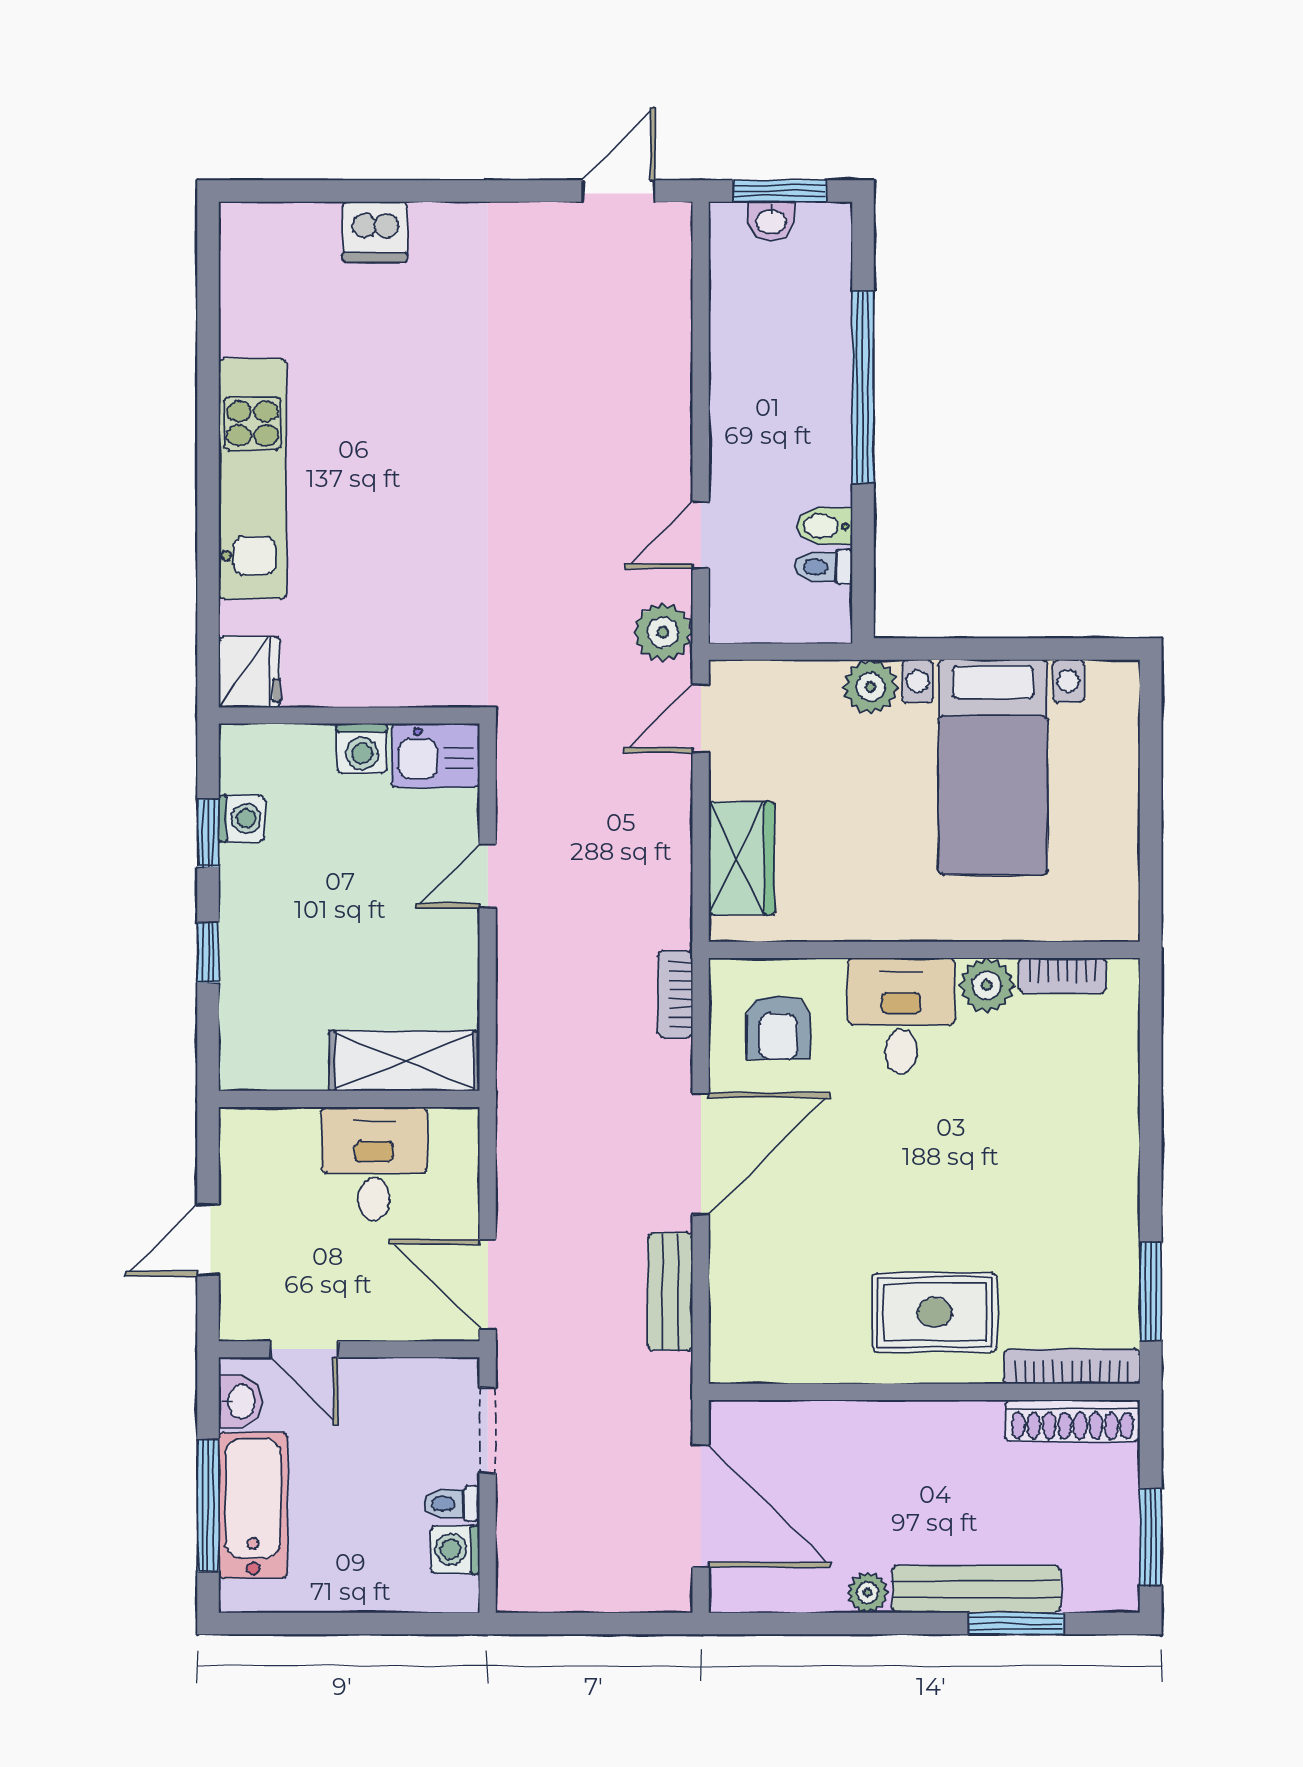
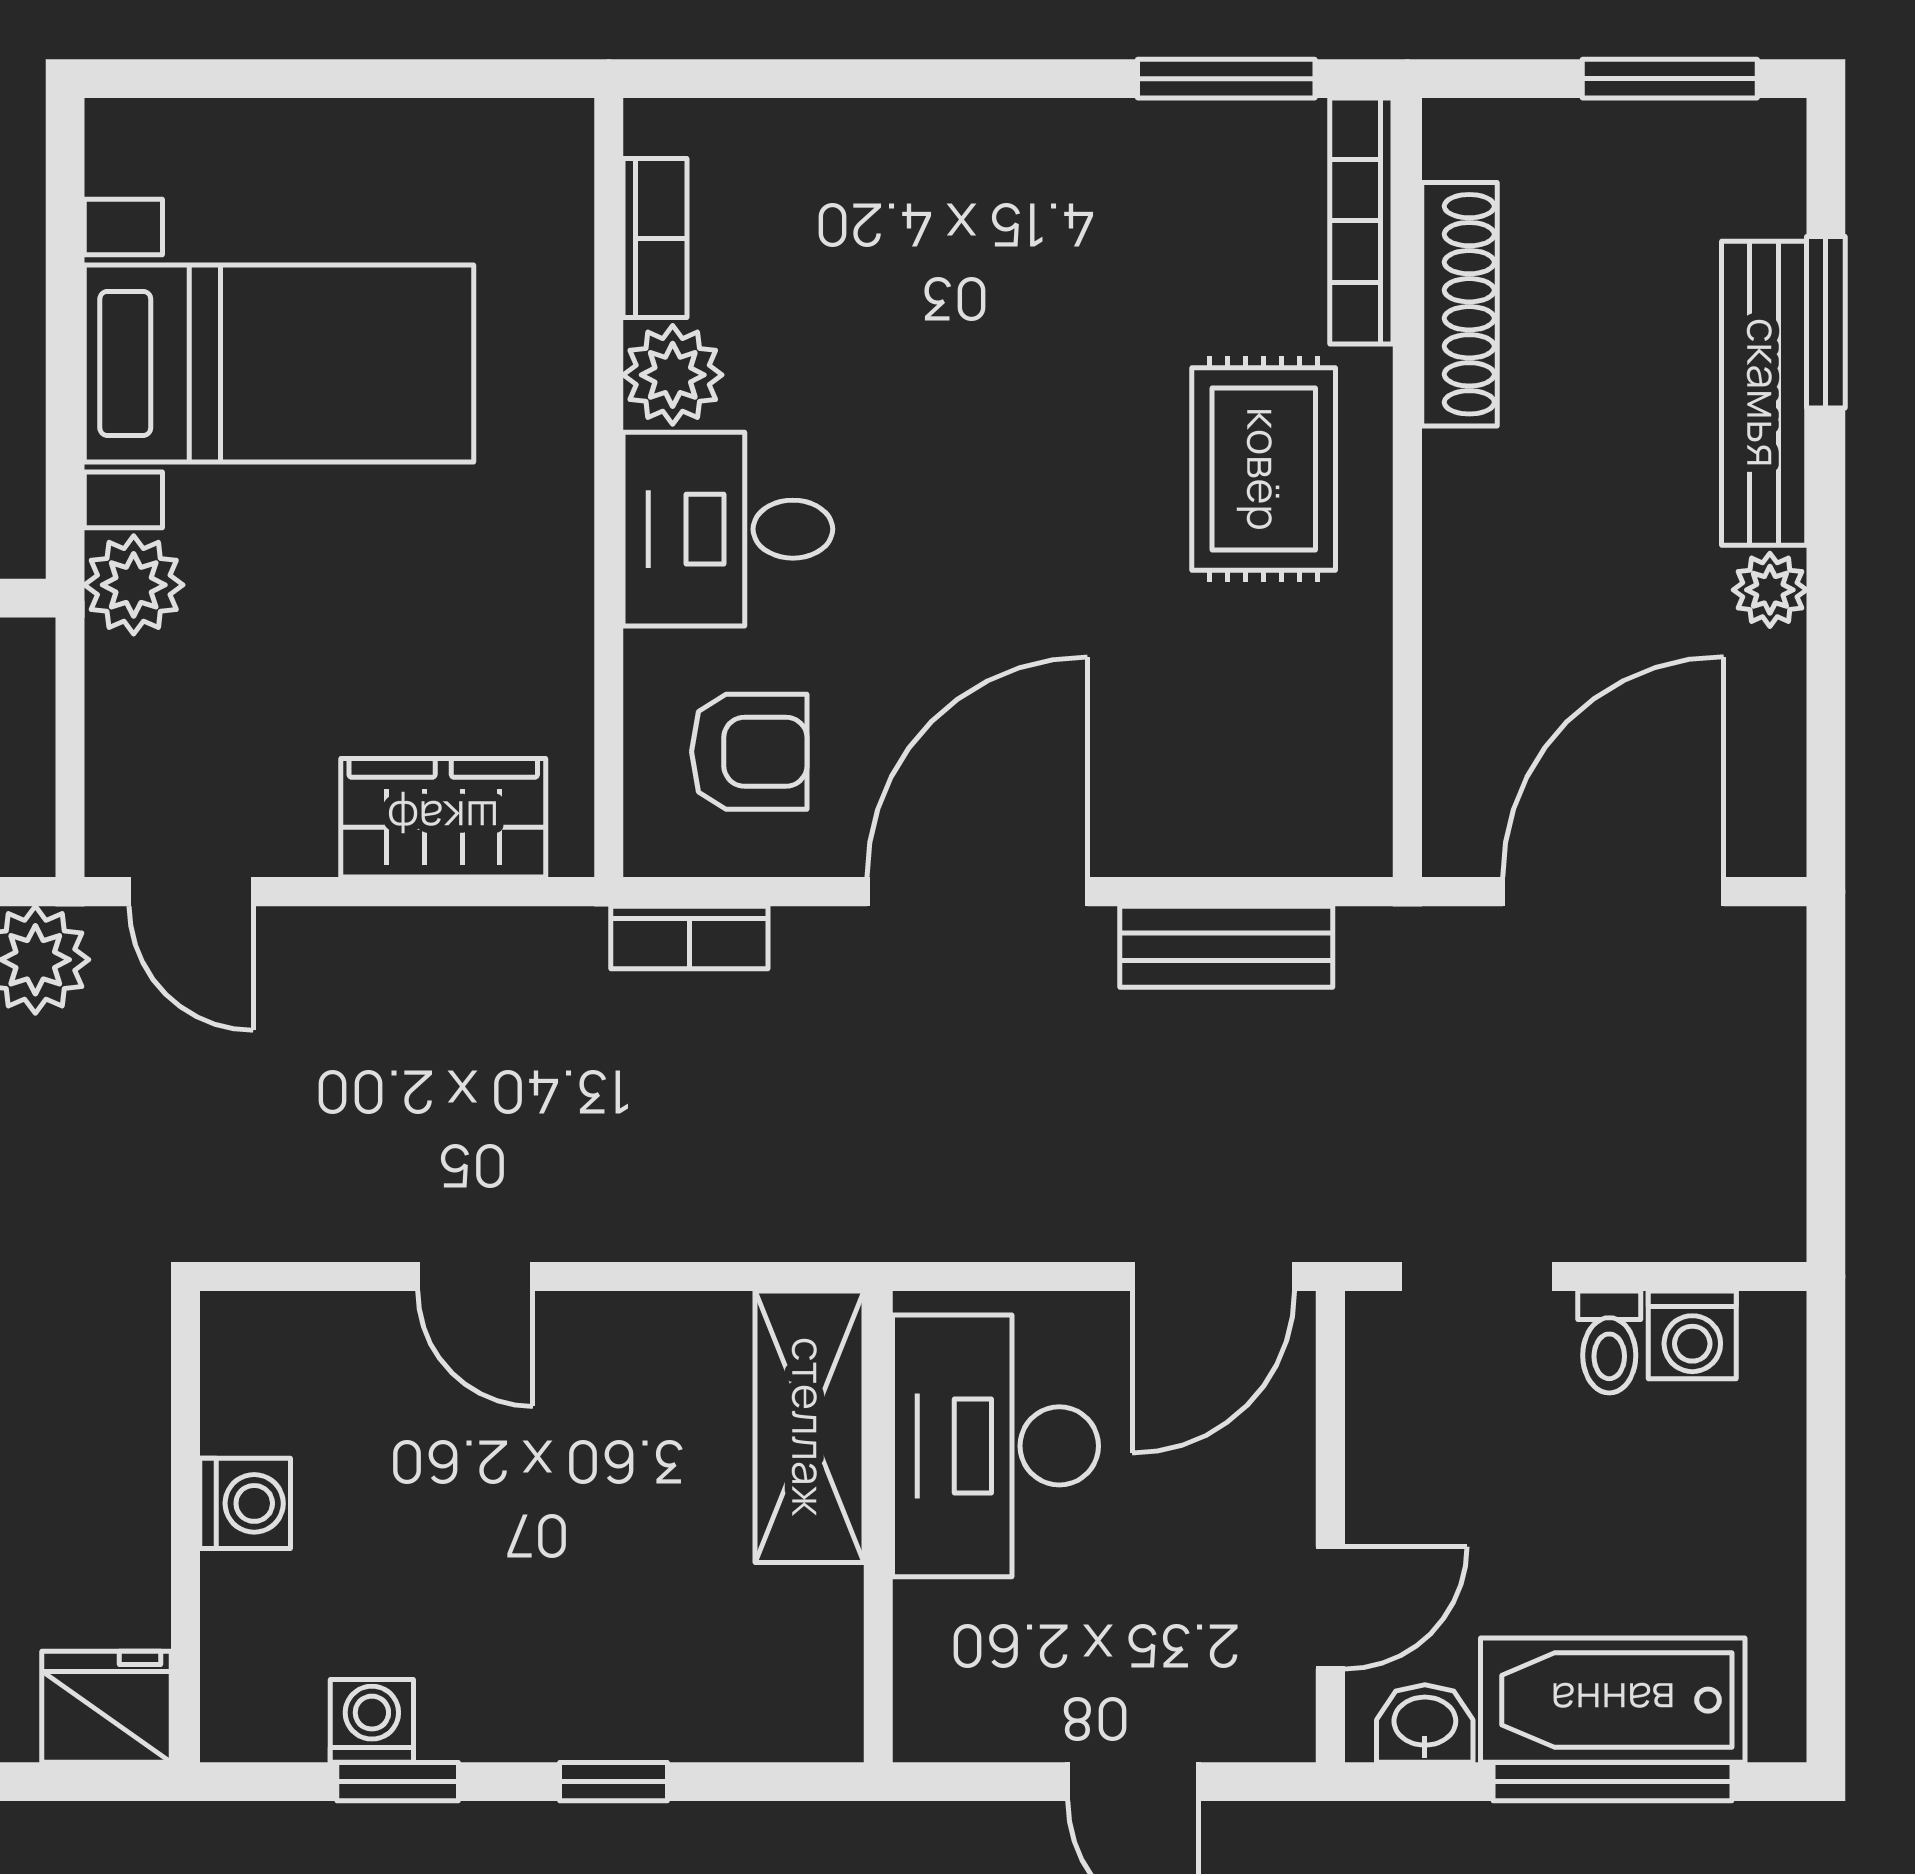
kitchen sink: (435, 755) -> (258, 1371), removed
door: (701, 1154) -> (977, 892), hinge flipped
desk: (374, 1164) -> (995, 1446), width x1.37
shoe rack: (1073, 1421) -> (1459, 304), moved

